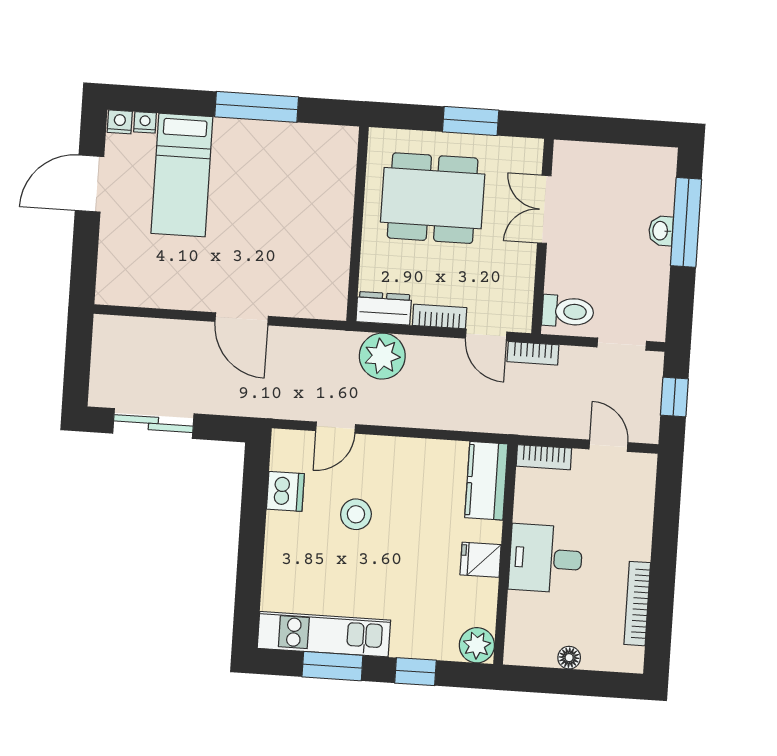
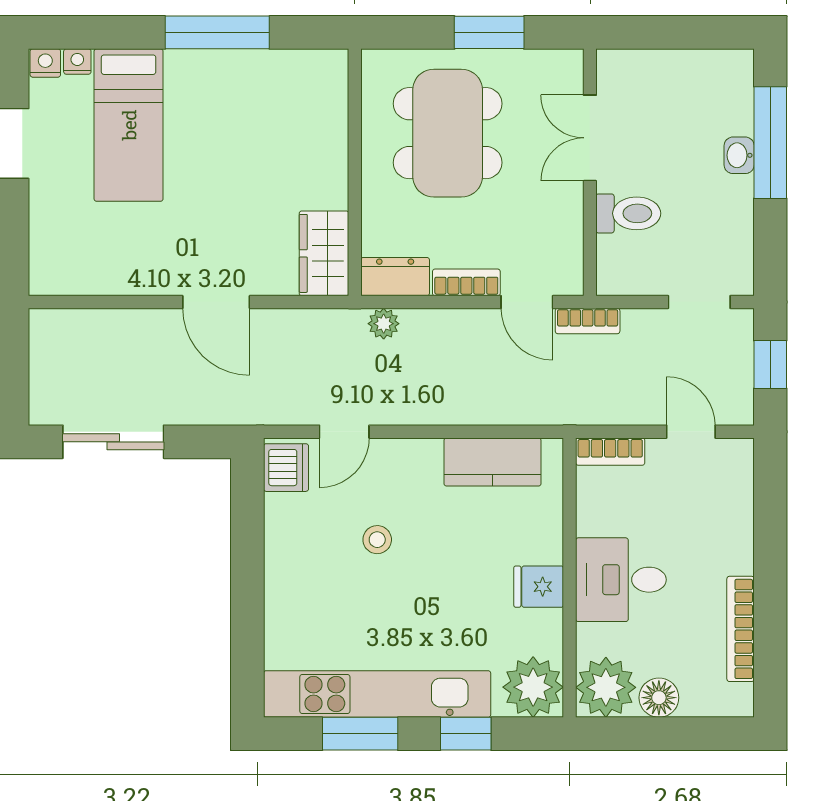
dining table: (433, 198) -> (448, 133), turned 90
wardrobe: (329, 286) -> (324, 253), added
toilet: (568, 311) -> (628, 213), moved
plant: (382, 356) -> (384, 324), width x0.53, depth x0.53
kitchen counter: (486, 481) -> (493, 462), moved, turned -90
dishwasher: (285, 491) -> (286, 468), moved
stool: (356, 514) -> (377, 540), width x0.73, depth x0.73
kitchen unit: (324, 634) -> (377, 694), width x1.36
plant: (528, 642) -> (606, 687), added
plant: (477, 645) -> (533, 687), width x1.36, depth x1.36
floor lamp: (569, 658) -> (659, 698), width x1.37, depth x1.37

